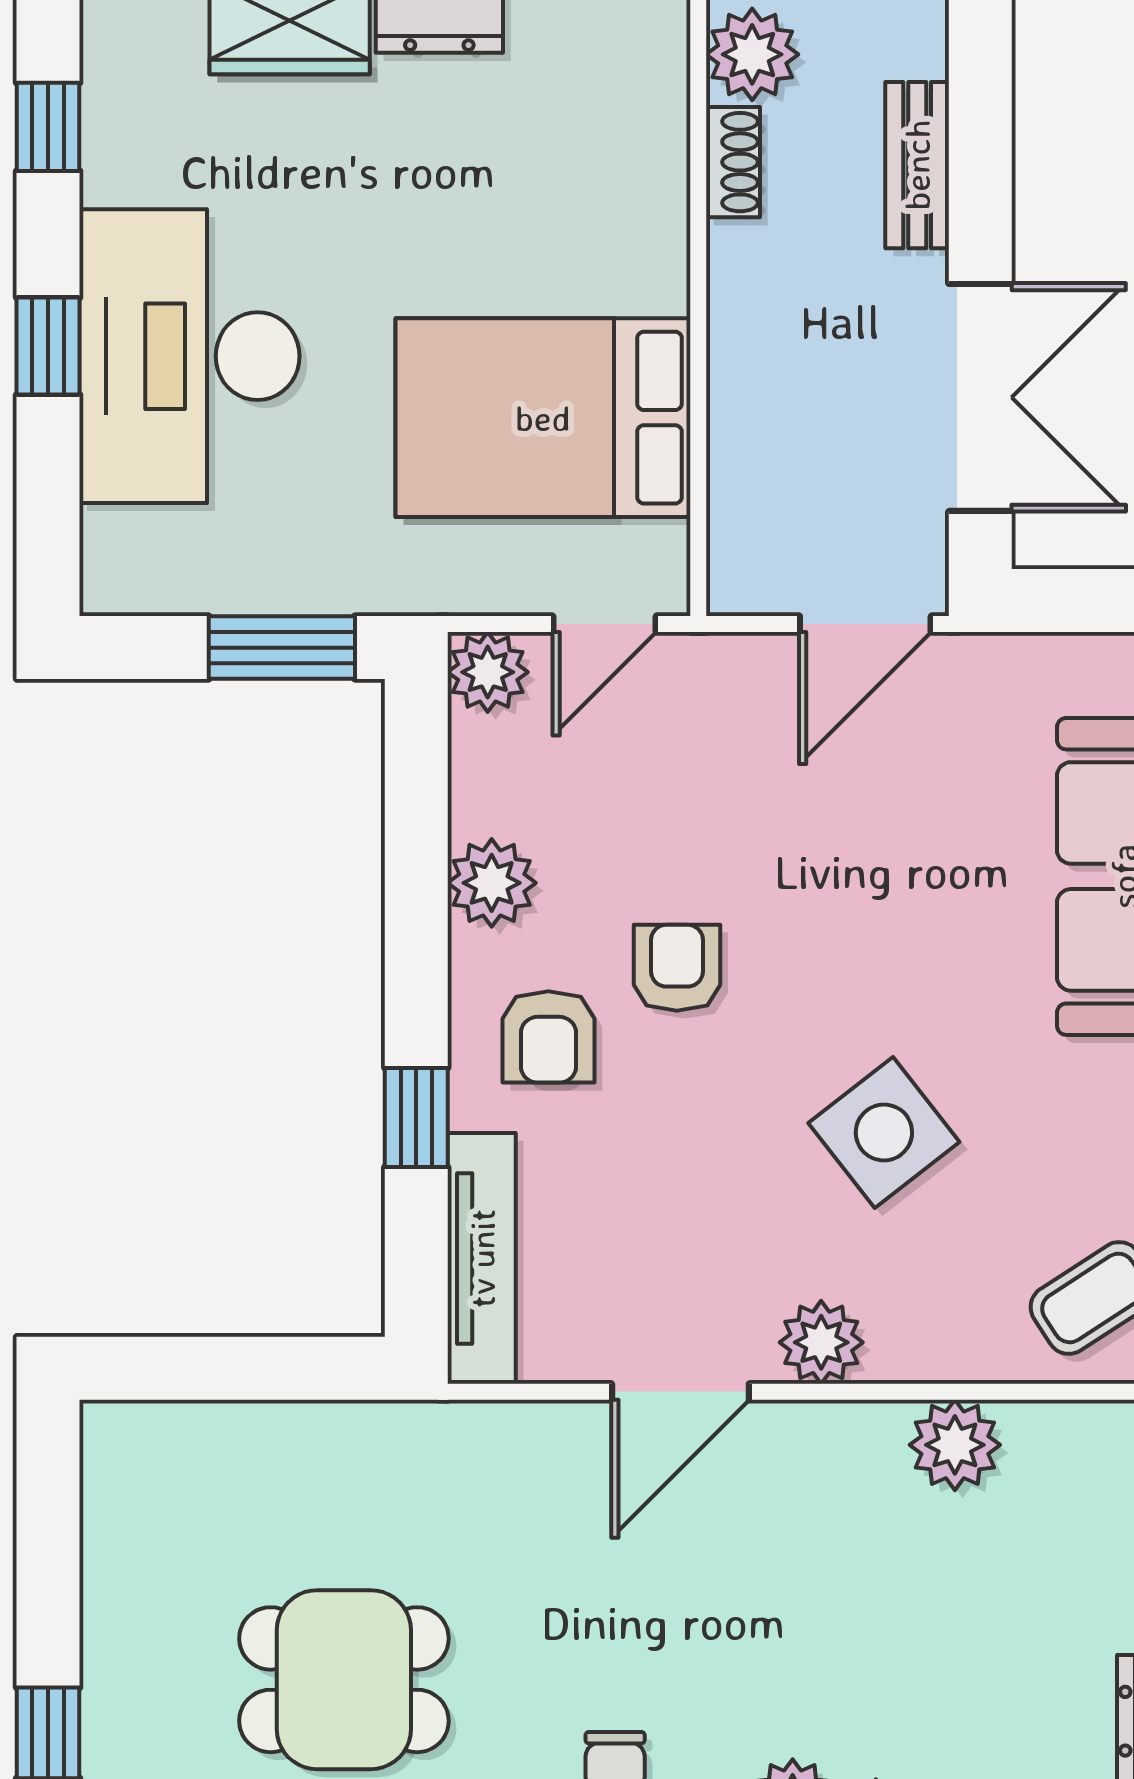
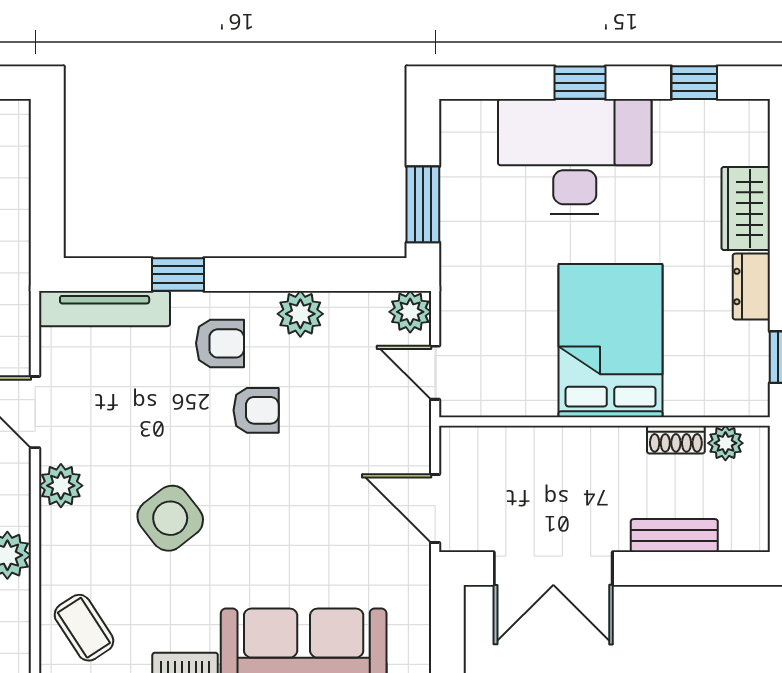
plant: (752, 54) -> (725, 443), width x0.73, depth x0.73
bed: (543, 418) -> (611, 341), moved
armchair: (548, 1037) -> (220, 343), turned 180

